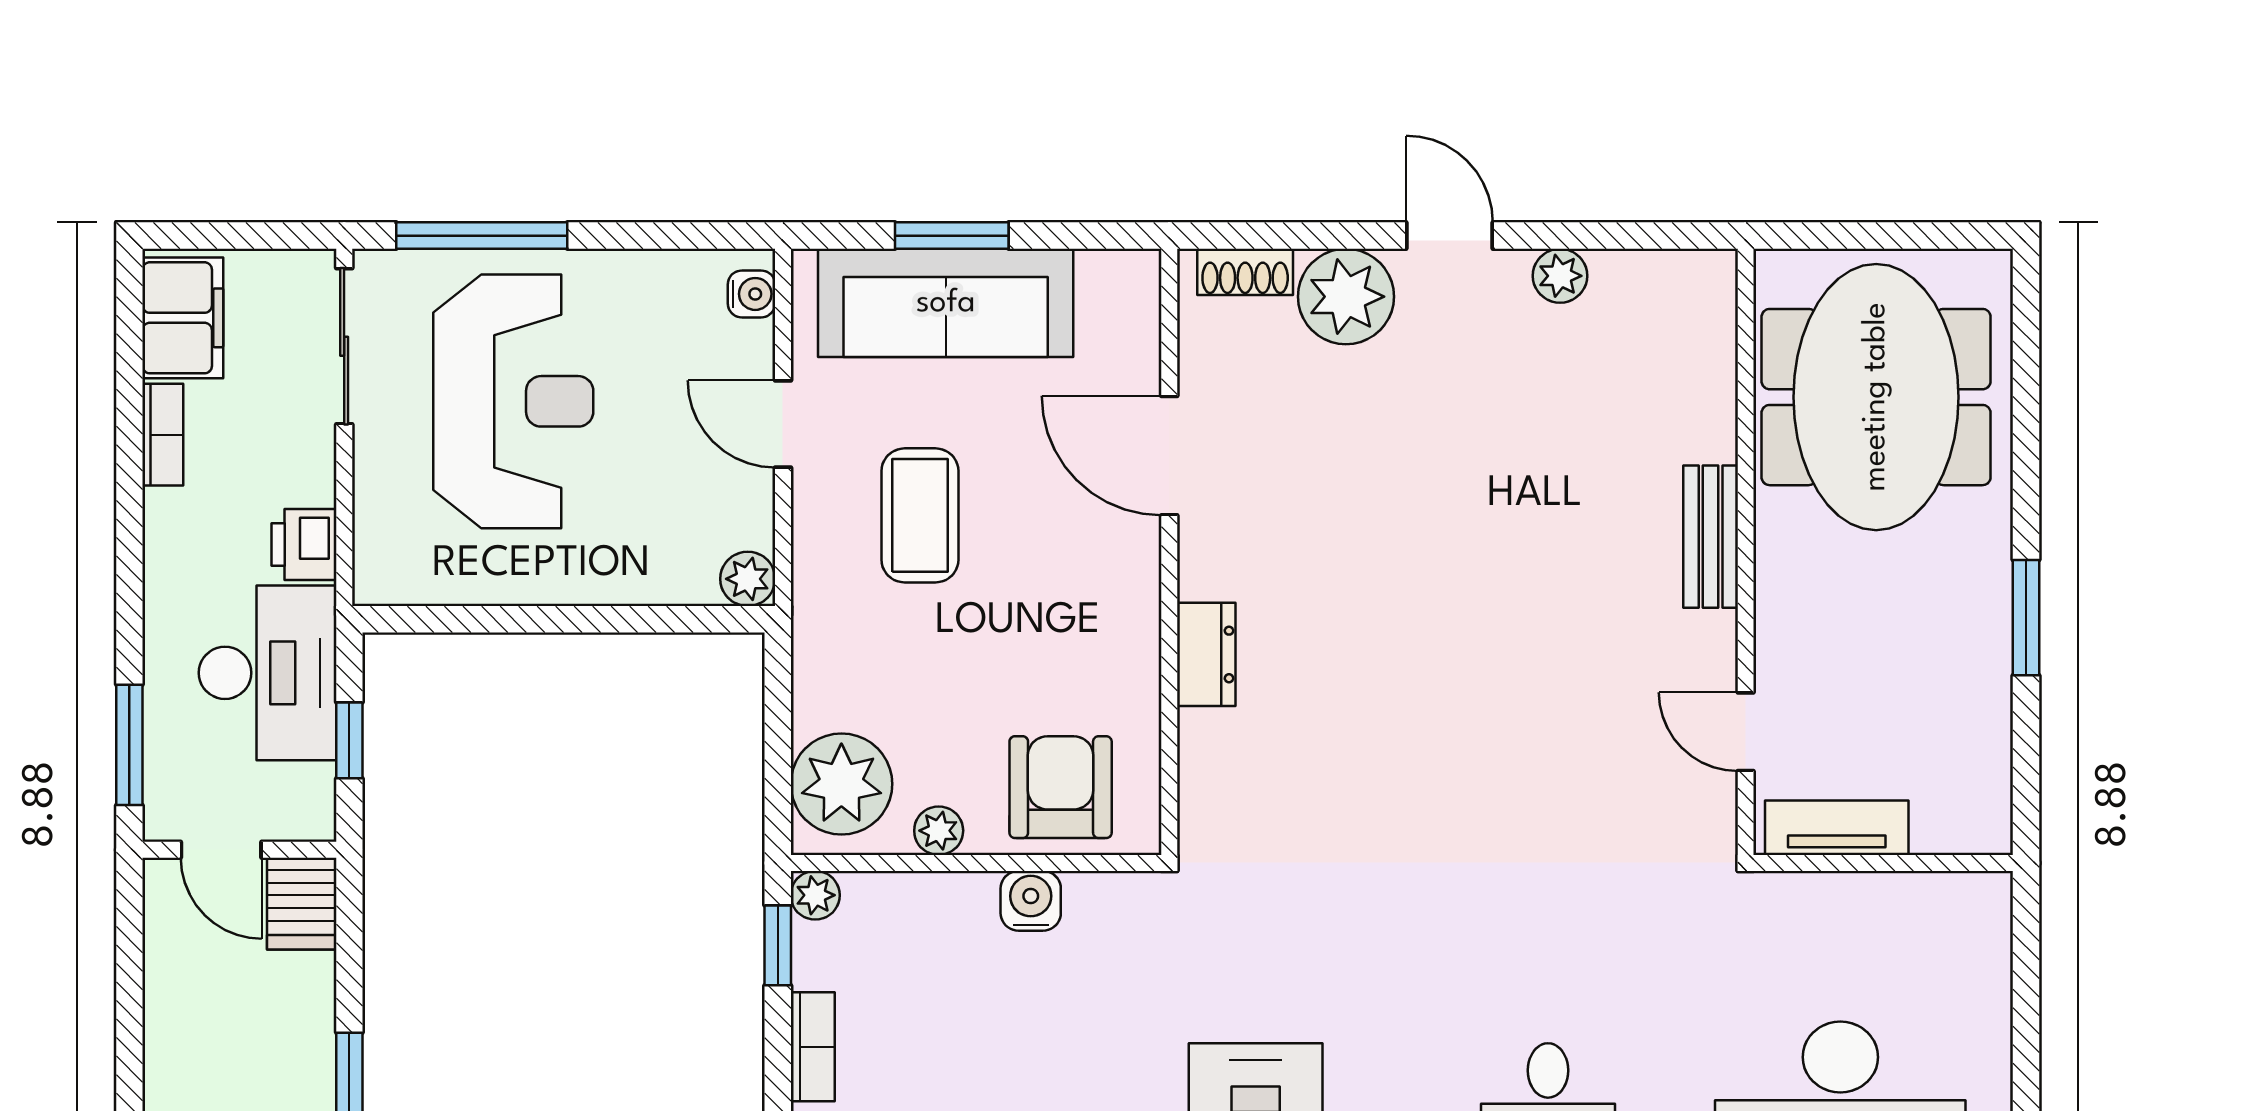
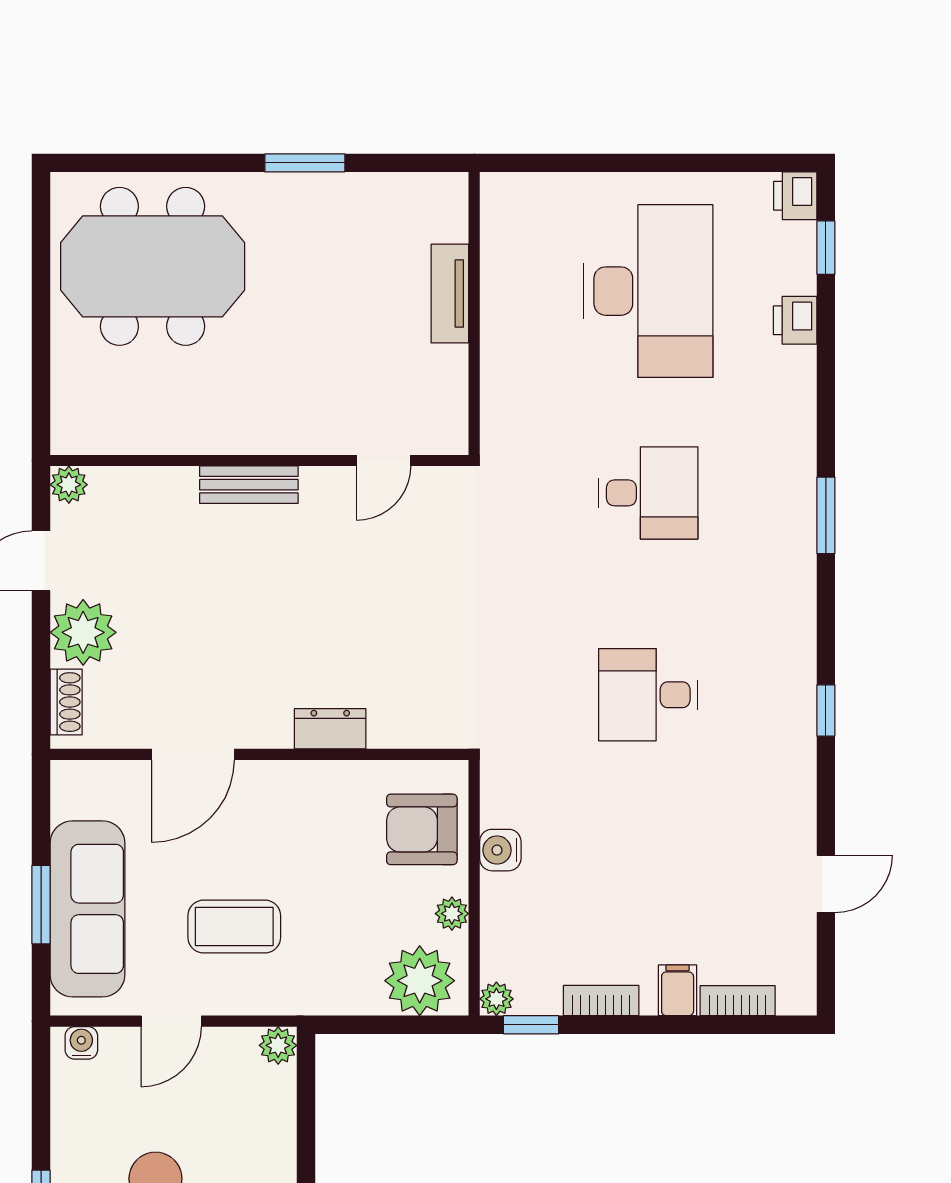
bench: (1711, 537) -> (249, 485), moved
wall: (1746, 552) -> (259, 460), moved
door: (1746, 732) -> (384, 460), moved

